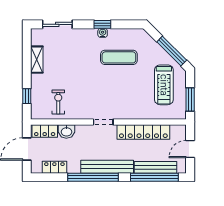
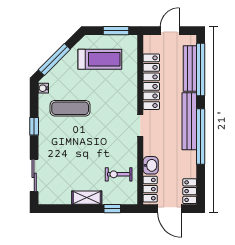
water cooler: (103, 33) -> (43, 88), moved
window: (172, 51) -> (54, 60), moved
exercise mat: (119, 57) -> (70, 108), turned 90
shelving: (37, 60) -> (87, 198), moved
door: (190, 149) -> (170, 31), swing flipped
locker: (54, 167) -> (190, 191), moved

